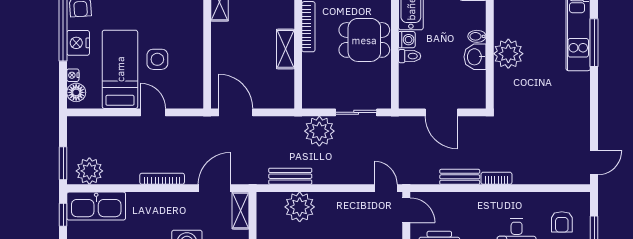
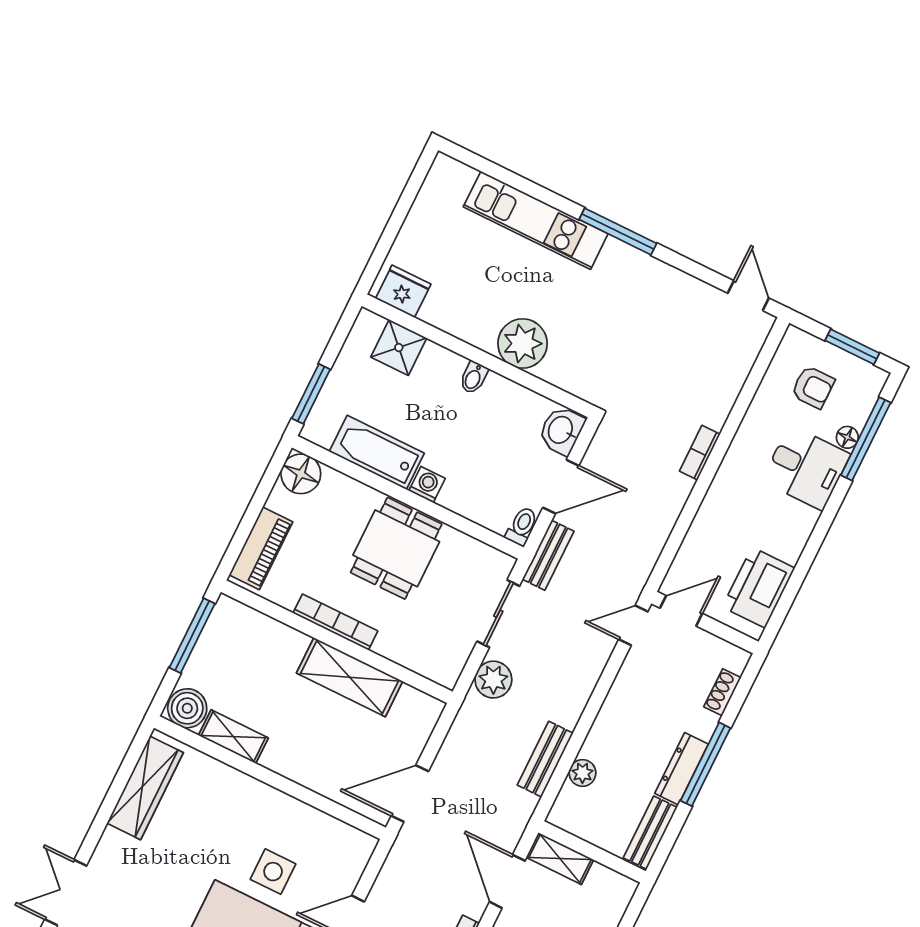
window: (594, 43) -> (618, 231), moved
shelving: (285, 49) -> (350, 677), width x1.50, depth x1.33
toilet: (410, 56) -> (522, 526), moved
washbasin: (475, 57) -> (561, 430), moved, turned 90
plant: (319, 131) -> (493, 680), width x0.73, depth x0.73
bench: (460, 177) -> (548, 555), moved
plant: (300, 207) -> (582, 773), width x0.53, depth x0.53

